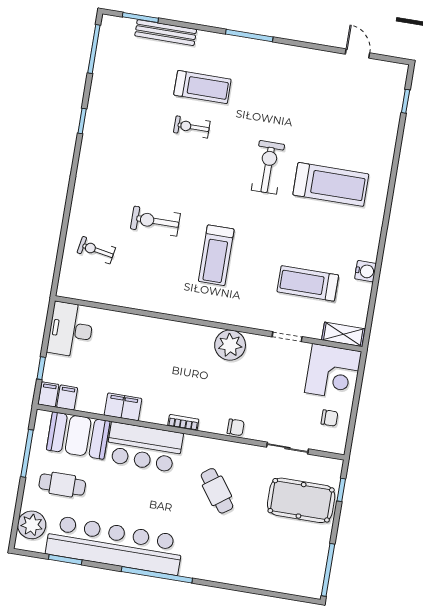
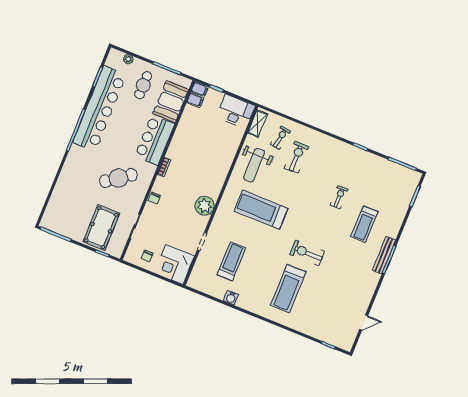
bench: (166, 33) -> (384, 255), moved
exercise bike: (192, 127) -> (339, 197), moved
exercise bike: (268, 167) -> (307, 253), turned 180
exercise bike: (155, 221) -> (296, 157), moved
treadmill: (216, 255) -> (261, 210), width x1.37, depth x1.38
weight bench: (149, 282) -> (254, 165), added
shelving: (343, 334) -> (258, 124), moved
filing cabinet: (123, 407) -> (182, 133), removed
cafe table: (217, 491) -> (118, 178), width x1.37, depth x1.35
plant: (32, 525) -> (128, 59), width x0.53, depth x0.53

